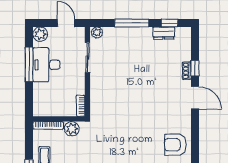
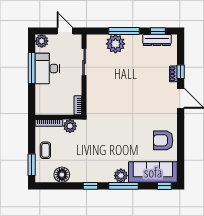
plant: (97, 32) -> (115, 44), moved, width x1.87, depth x1.87
dresser: (164, 33) -> (157, 40), width x1.44

